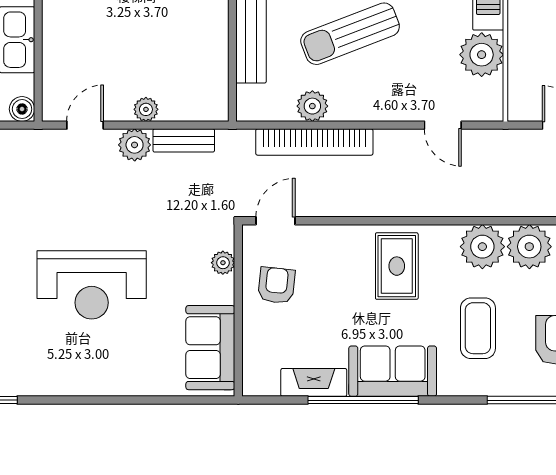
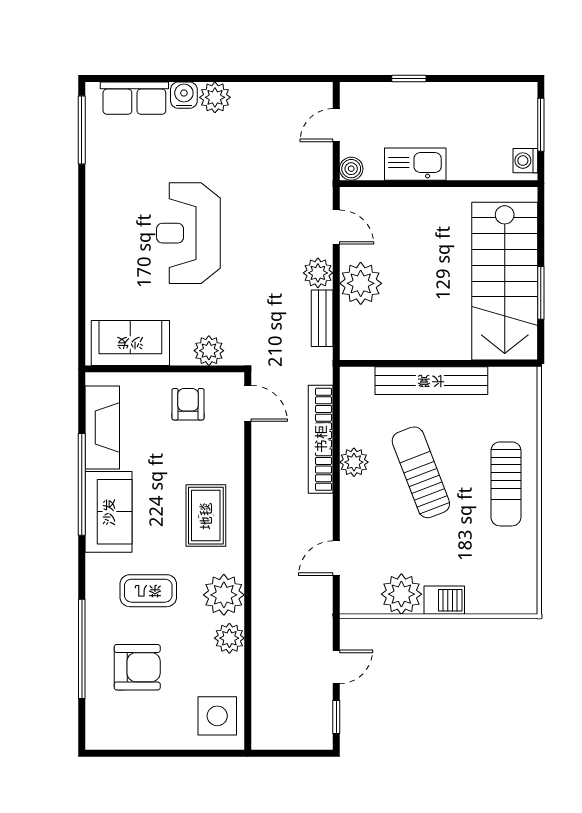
plant: (312, 106) -> (354, 462), moved
plant: (146, 109) -> (361, 283), width x1.87, depth x1.87
plant: (529, 247) -> (229, 638), width x0.73, depth x0.73
plant: (223, 263) -> (209, 351), width x1.38, depth x1.38
rug: (397, 266) -> (206, 516), turned 90
armchair: (276, 285) -> (188, 404), turned -96
fireplace: (314, 382) -> (102, 428), width x1.37, depth x1.32

